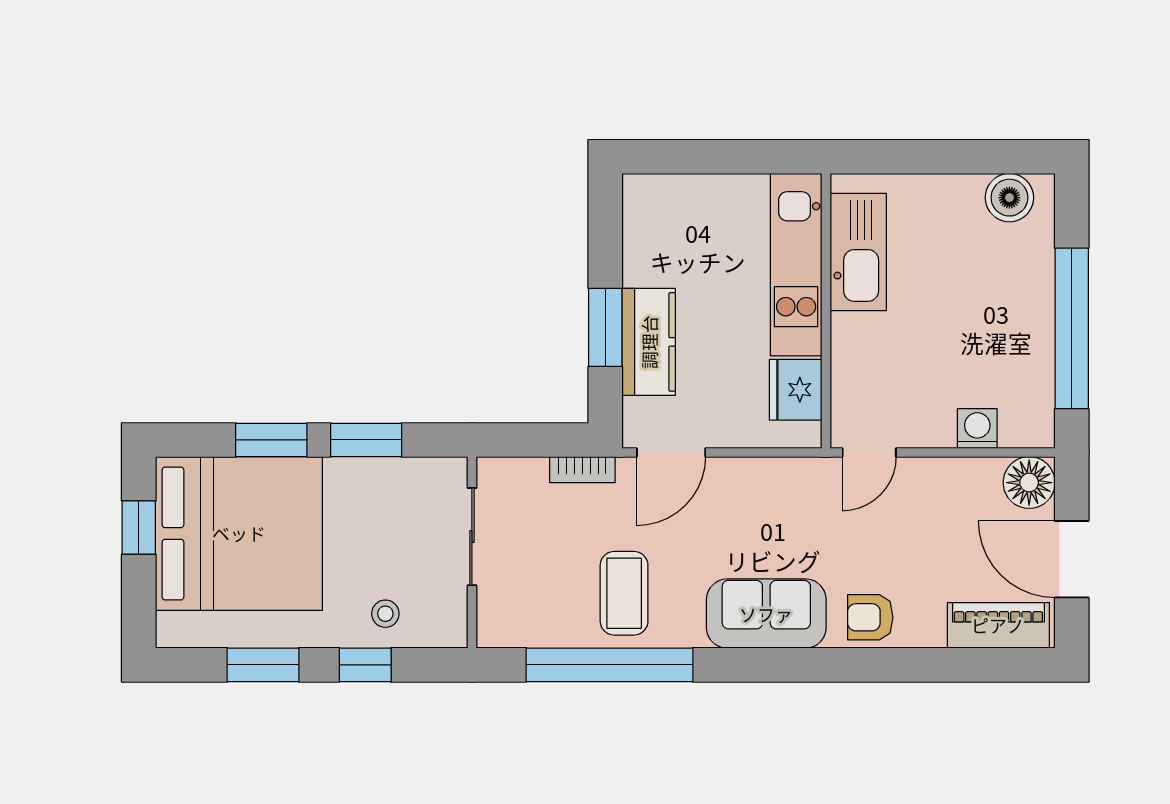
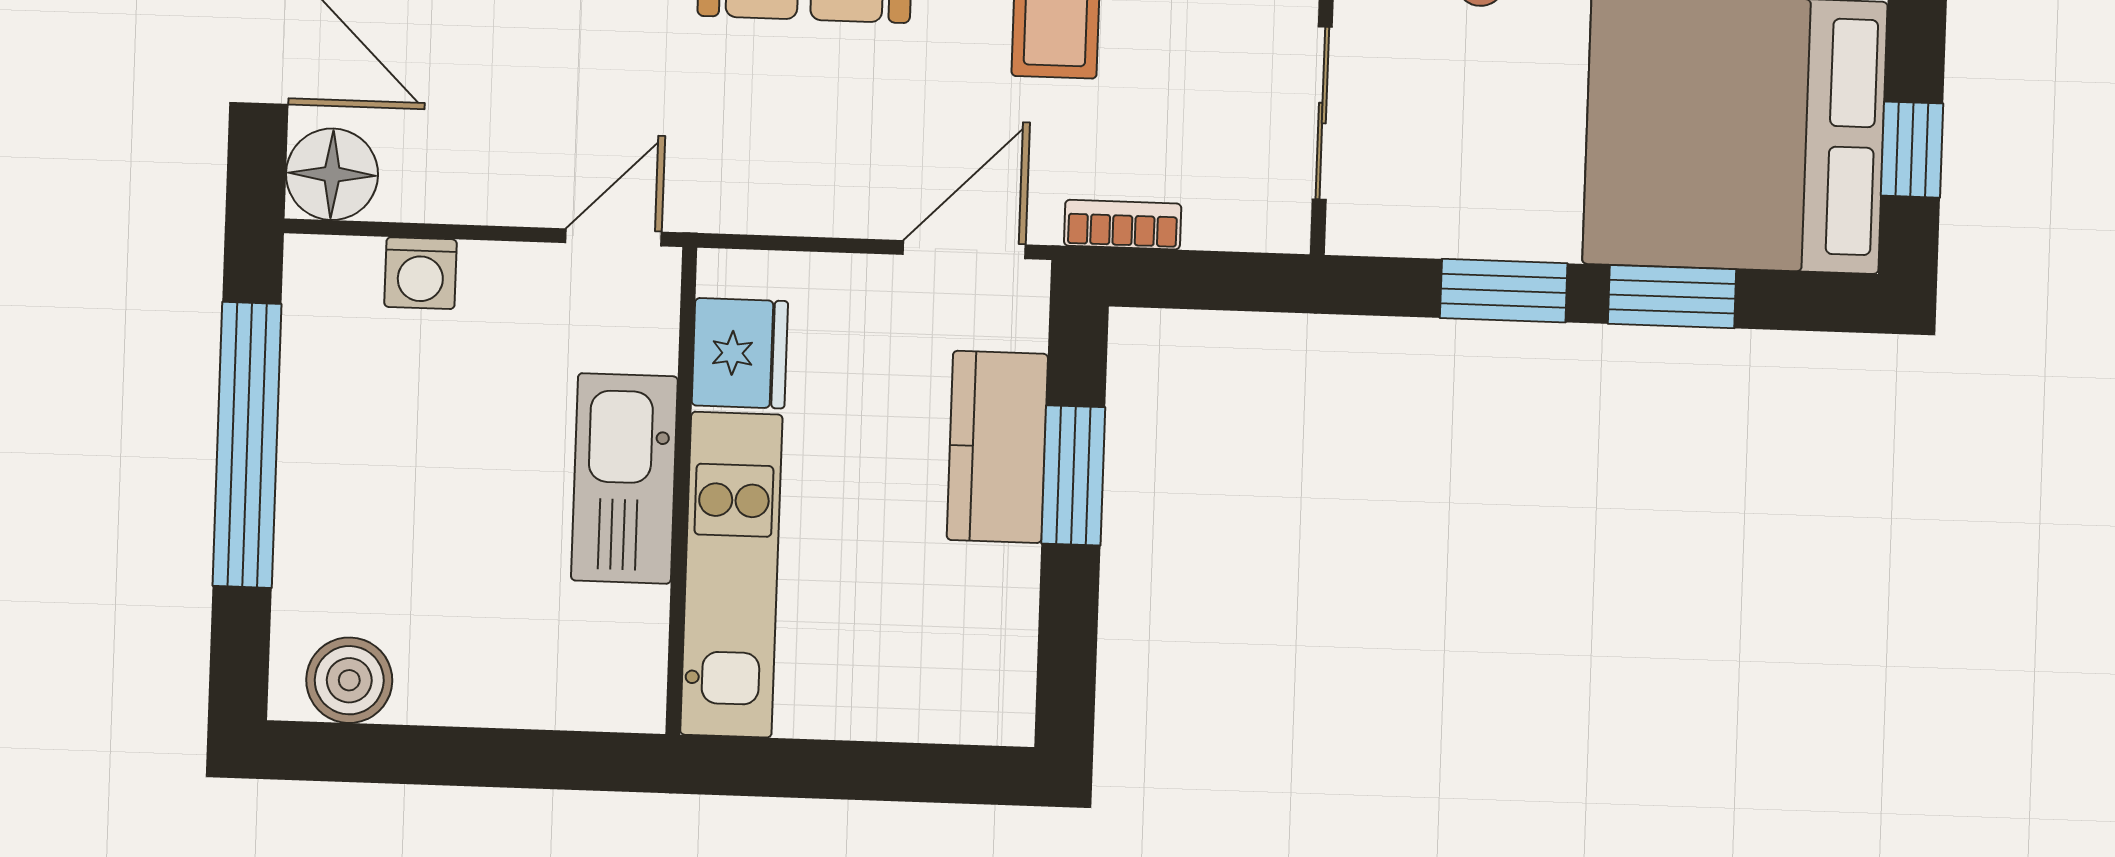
kitchen sink: (858, 252) -> (624, 478), moved

